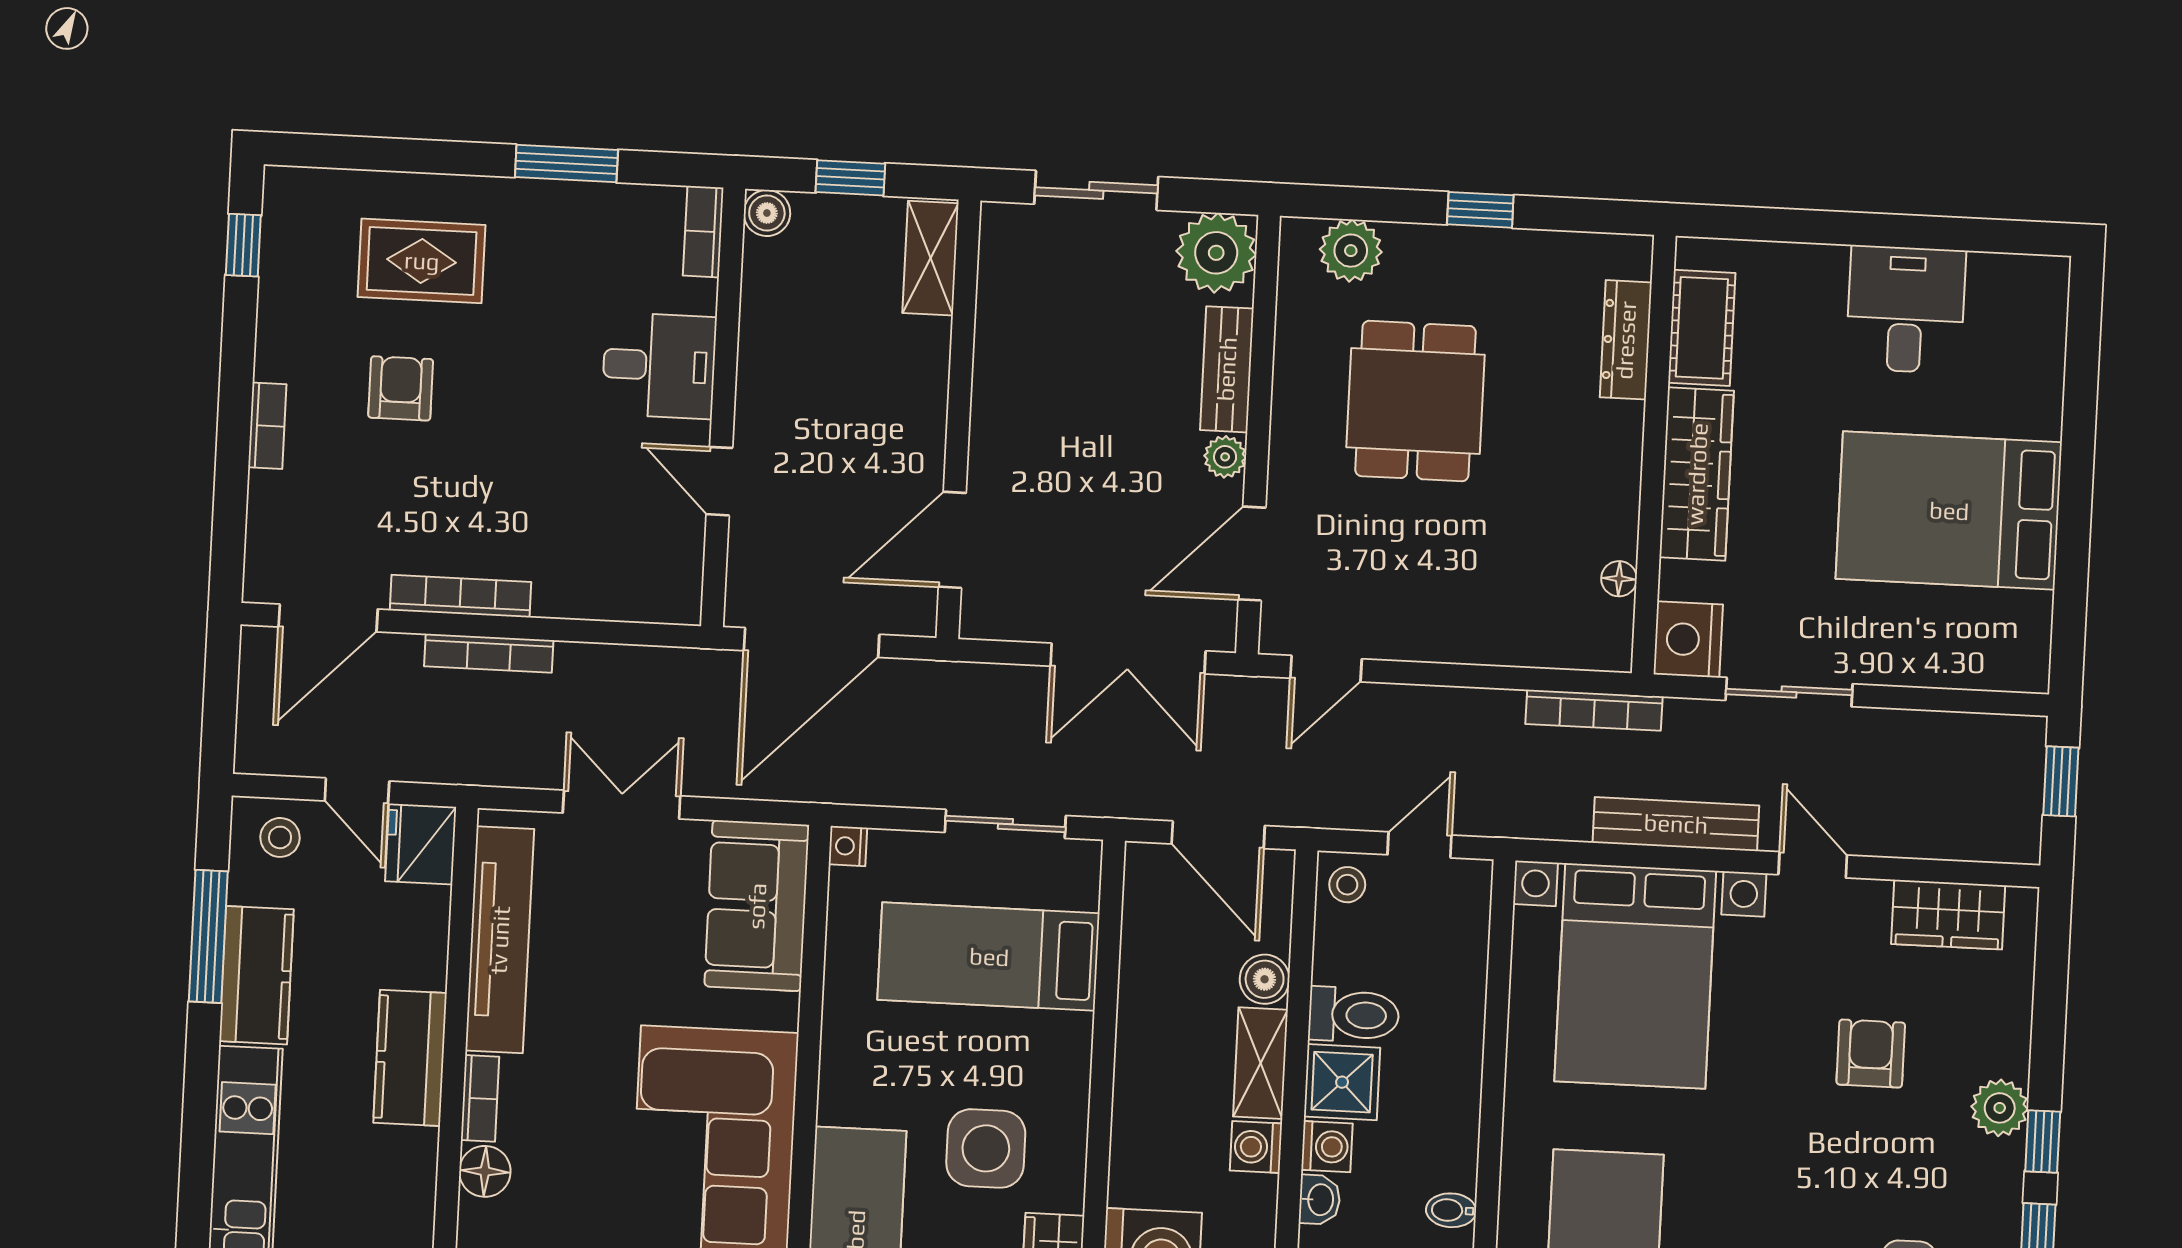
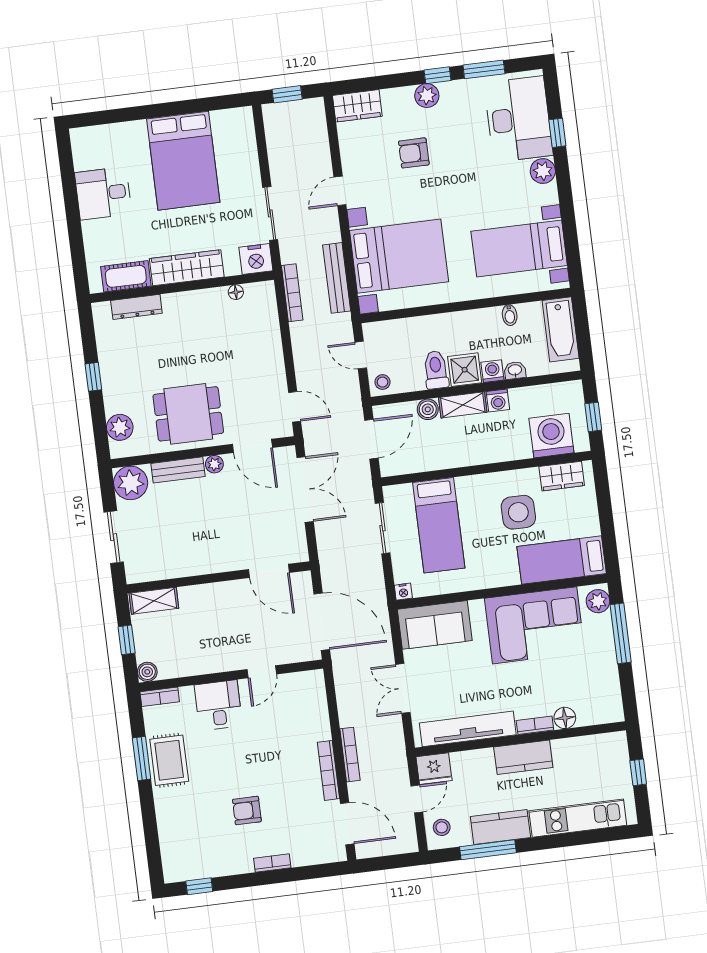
rug: (422, 261) -> (169, 760), moved
dining table: (1415, 401) -> (188, 414), moved
bench: (1676, 824) -> (337, 278), moved
wardrobe: (1948, 915) -> (357, 106), moved, turned 90

